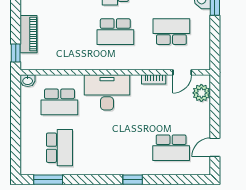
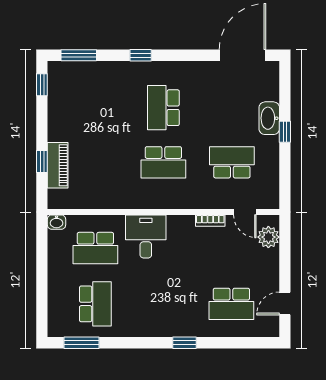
window: (16, 53) -> (42, 162), moved
door: (182, 72) -> (245, 212), hinge flipped
desk: (107, 92) -> (146, 236), width x0.73

